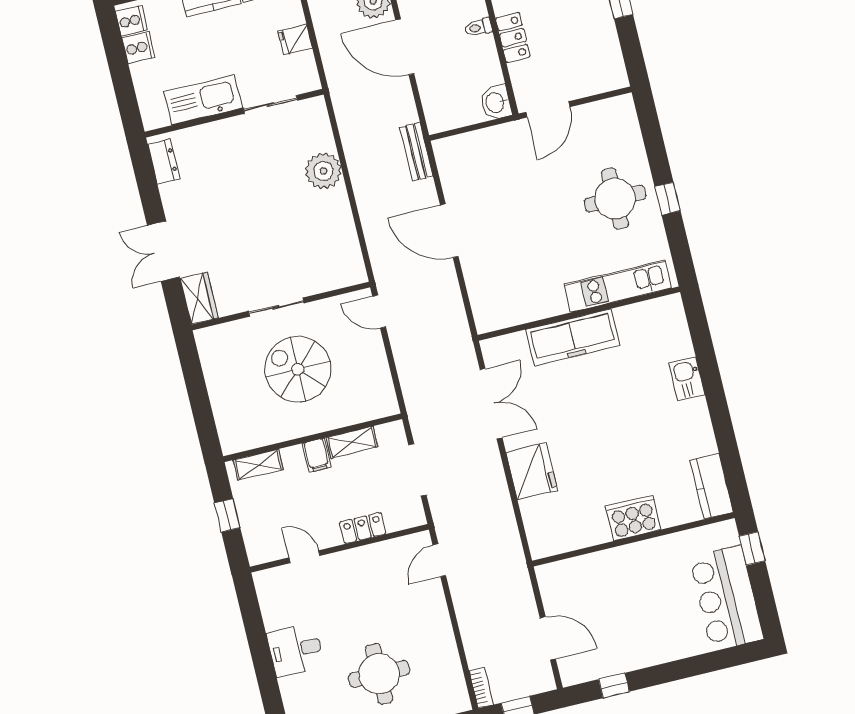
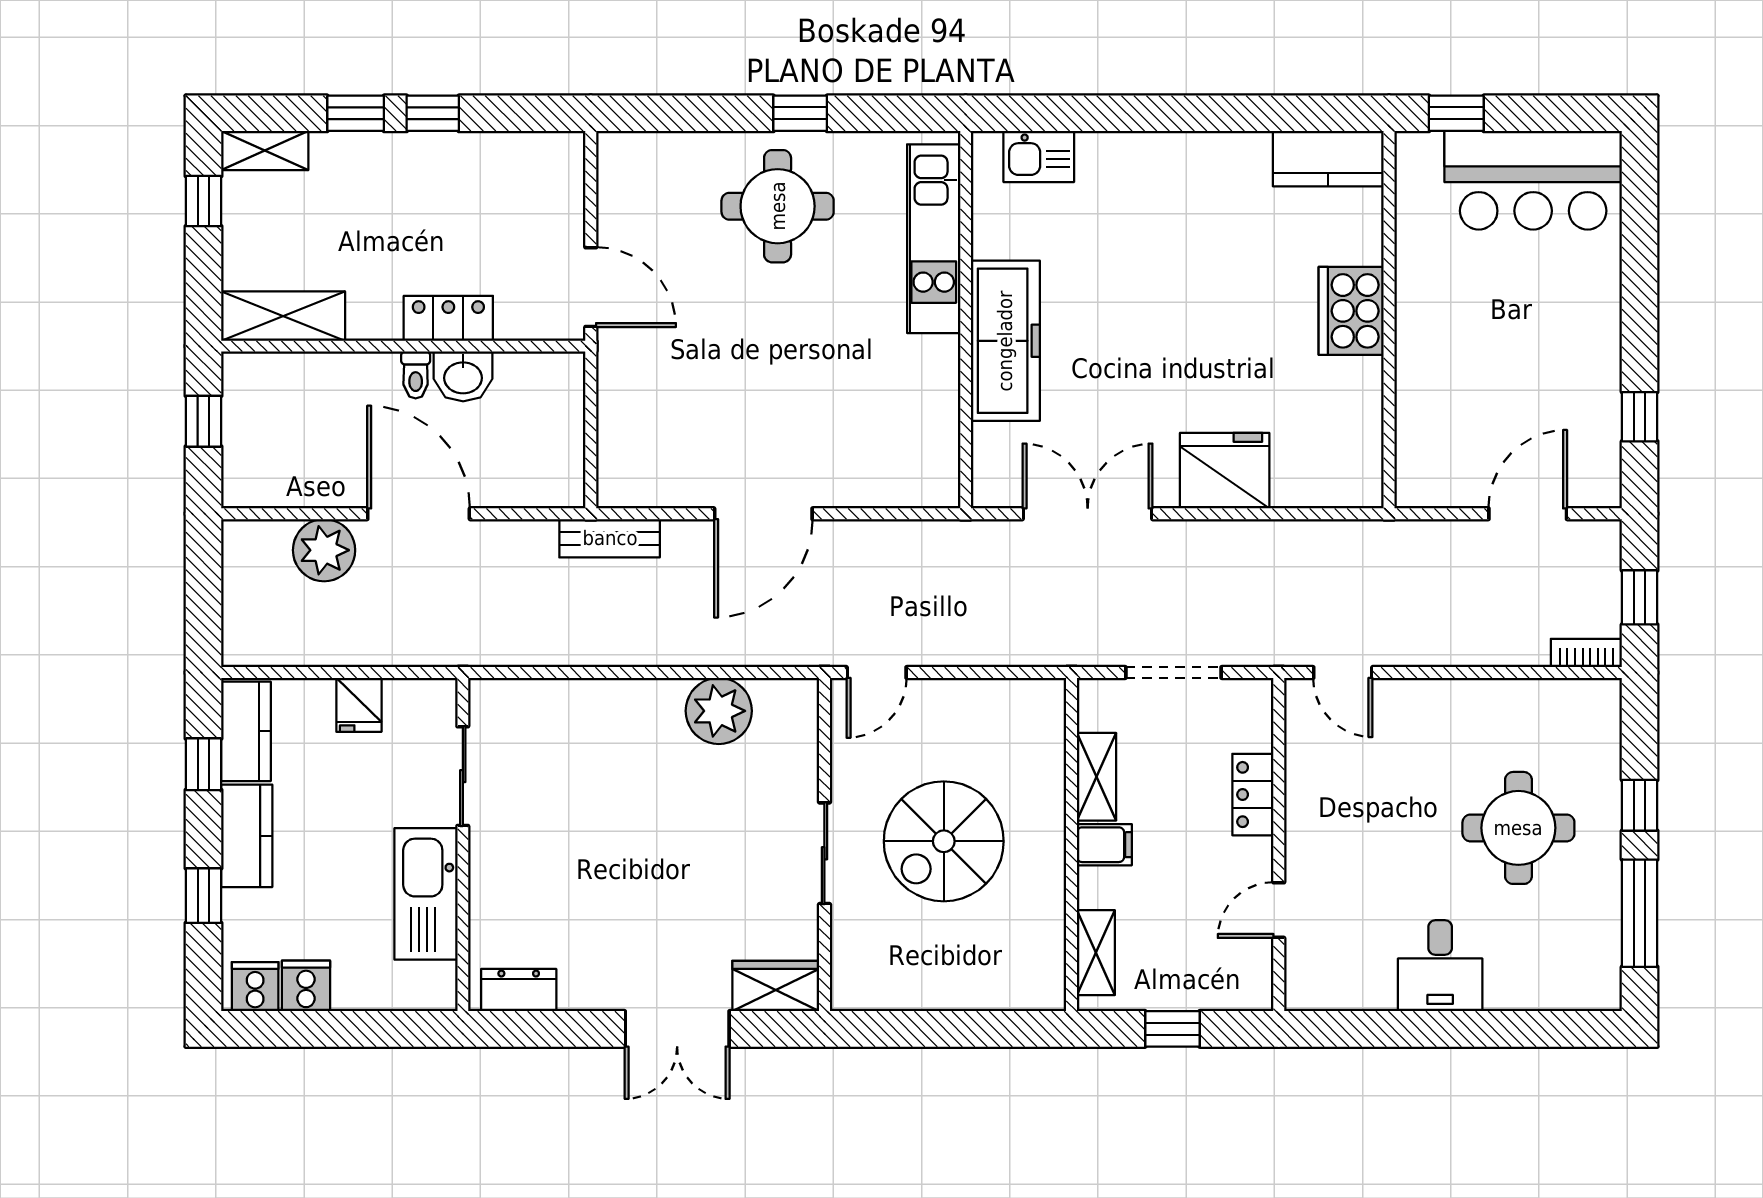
door: (405, 47) -> (419, 514), swing flipped
washbasin: (496, 102) -> (463, 376), moved
plant: (323, 171) -> (719, 711), moved
kitchen sink: (687, 379) -> (1039, 157), moved

